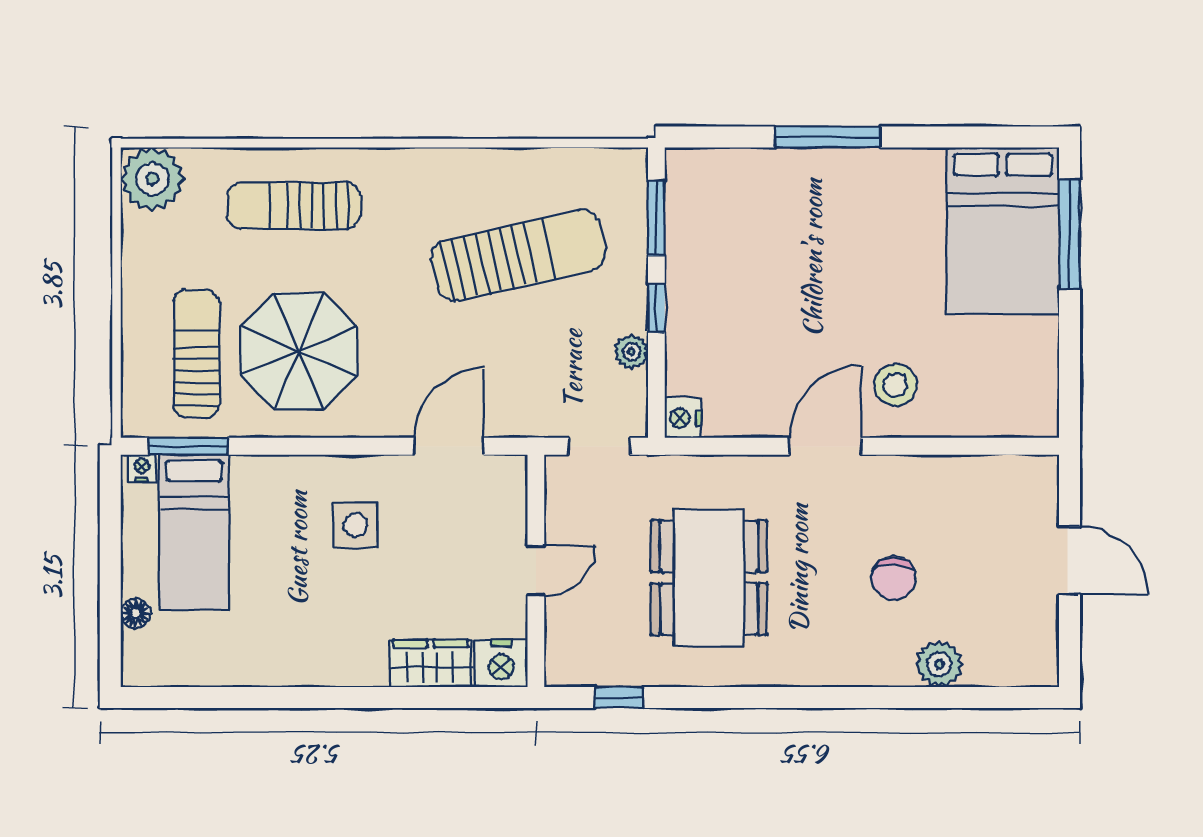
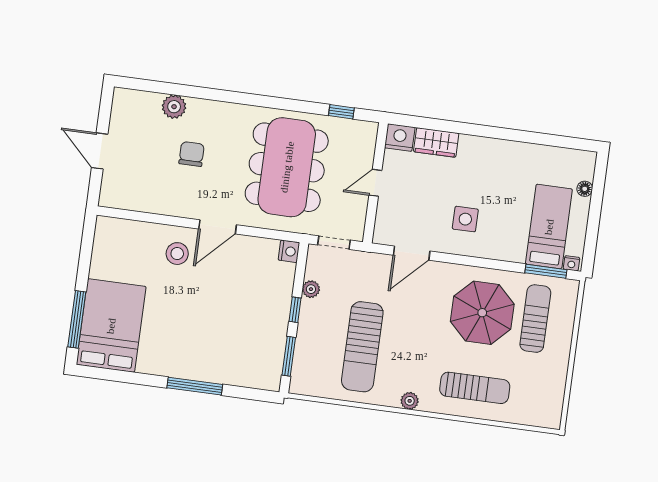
plant: (152, 179) -> (410, 401), moved, width x0.53, depth x0.53
sun lounger: (519, 255) -> (362, 347), turned -77
sun lounger: (196, 354) -> (535, 319), turned 180
dining table: (709, 578) -> (287, 167), width x1.36, depth x1.24

